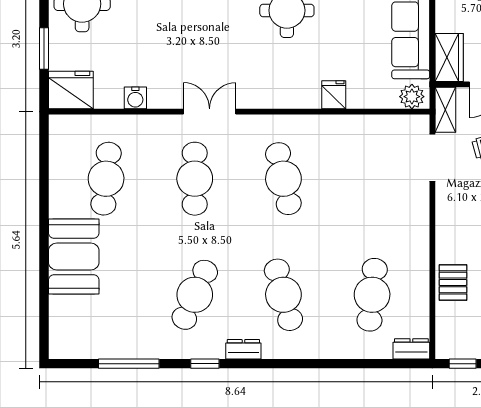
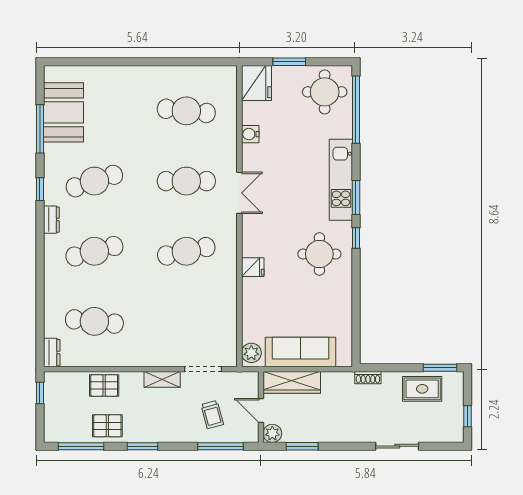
wardrobe: (449, 57) -> (292, 382), width x1.50
fridge: (334, 95) -> (253, 267), moved
shelving: (445, 110) -> (162, 379), moved
booth: (74, 257) -> (64, 112), moved, turned 90
cafe table: (195, 295) -> (94, 181), turned -42

